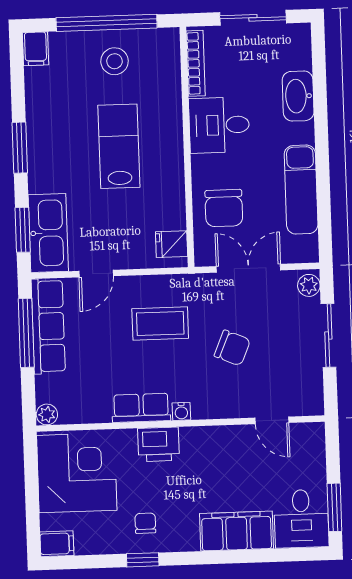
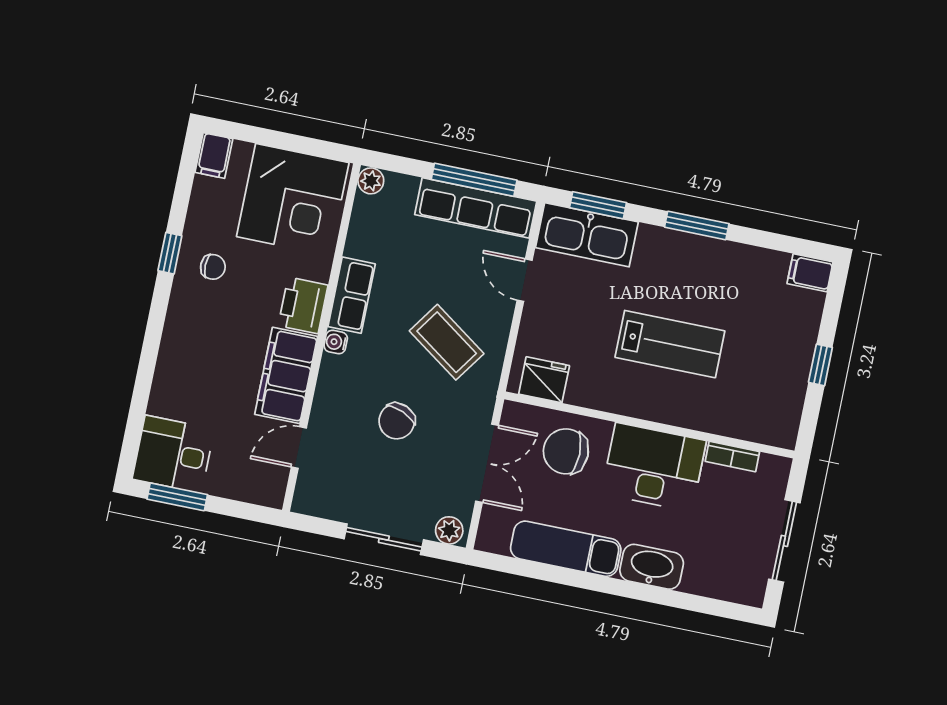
window: (107, 23) -> (820, 365), width x0.32
stool: (115, 61) -> (772, 363), removed
bookcase: (196, 63) -> (732, 457), width x0.64
washbasin: (298, 96) -> (652, 567), moved
desk: (219, 125) -> (654, 467), width x1.37
fridge: (172, 244) -> (544, 380), width x1.38
coffee table: (160, 324) -> (447, 342), turned -55
filing cabinet: (236, 531) -> (286, 375), moved, turned 180

